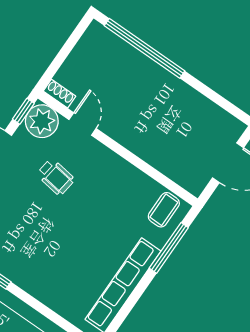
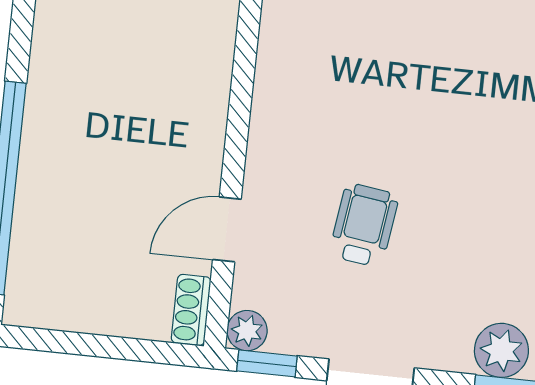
plant: (42, 121) -> (247, 331), width x0.53, depth x0.53

